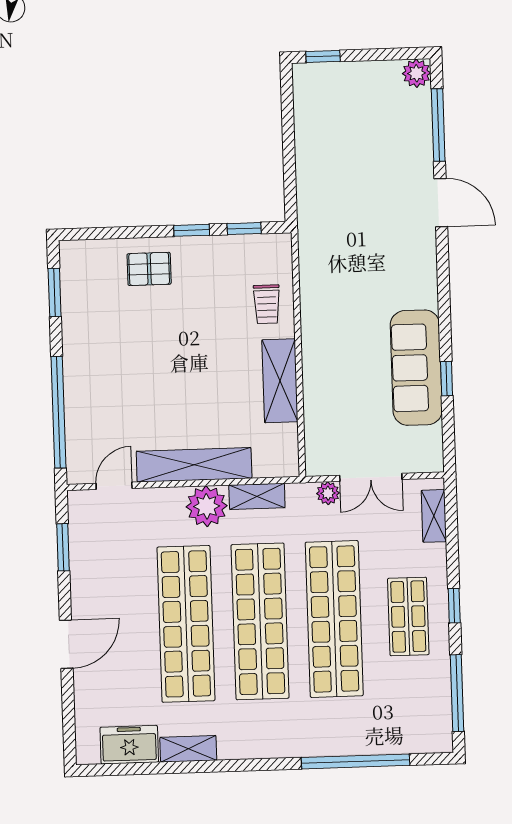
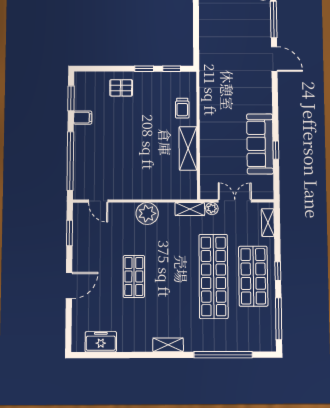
filing cabinet: (78, 329) -> (83, 118), added
shelving: (194, 465) -> (141, 191), removed
double door: (371, 477) -> (235, 201), swing flipped
door: (114, 486) -> (98, 201), swing flipped
shelving: (257, 496) -> (190, 209), moved
shop shelf: (408, 616) -> (253, 276), width x1.43, depth x1.36
shop shelf: (260, 621) -> (174, 276), removed
shop shelf: (186, 624) -> (134, 276), width x0.50, depth x0.74
shelving: (188, 749) -> (168, 345), moved

